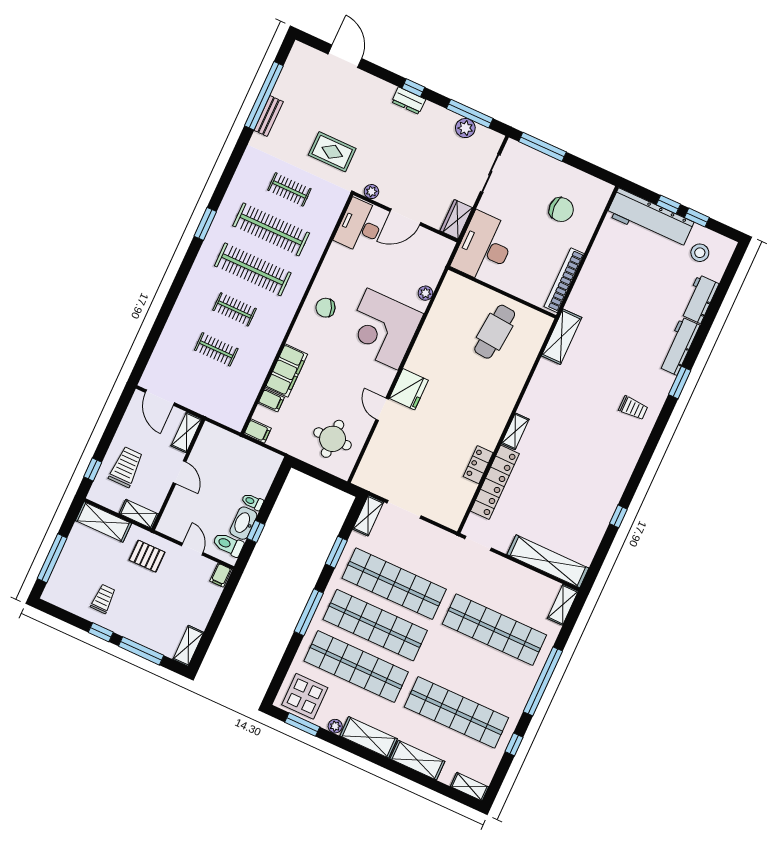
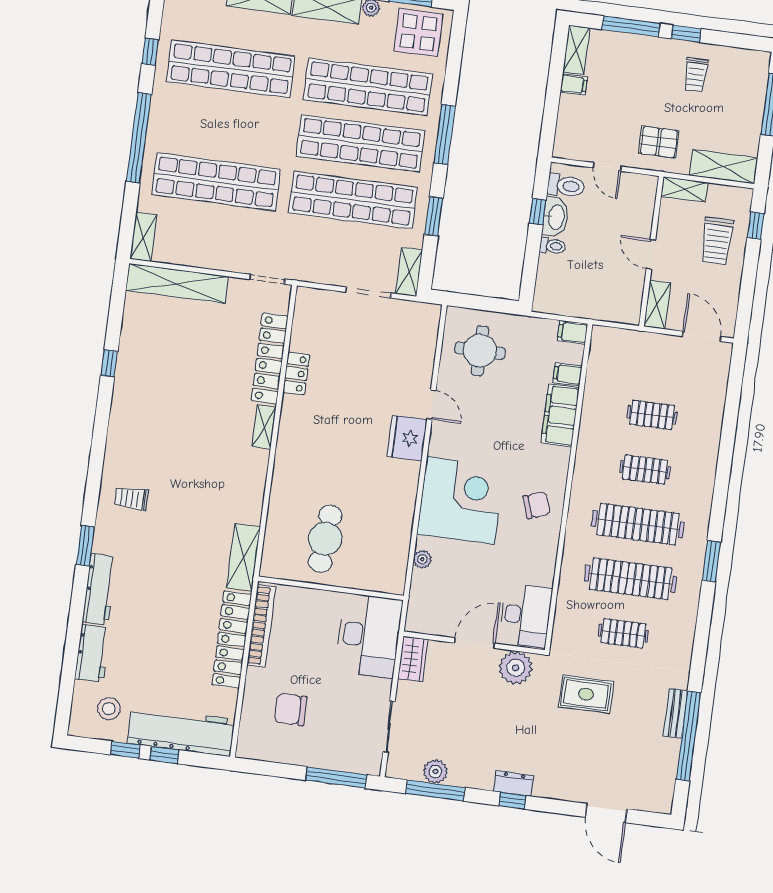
plant: (371, 192) -> (516, 668), width x1.88, depth x1.88
locker: (590, 277) -> (232, 640), added
filing cabinet: (221, 575) -> (574, 84), moved, turned 90

